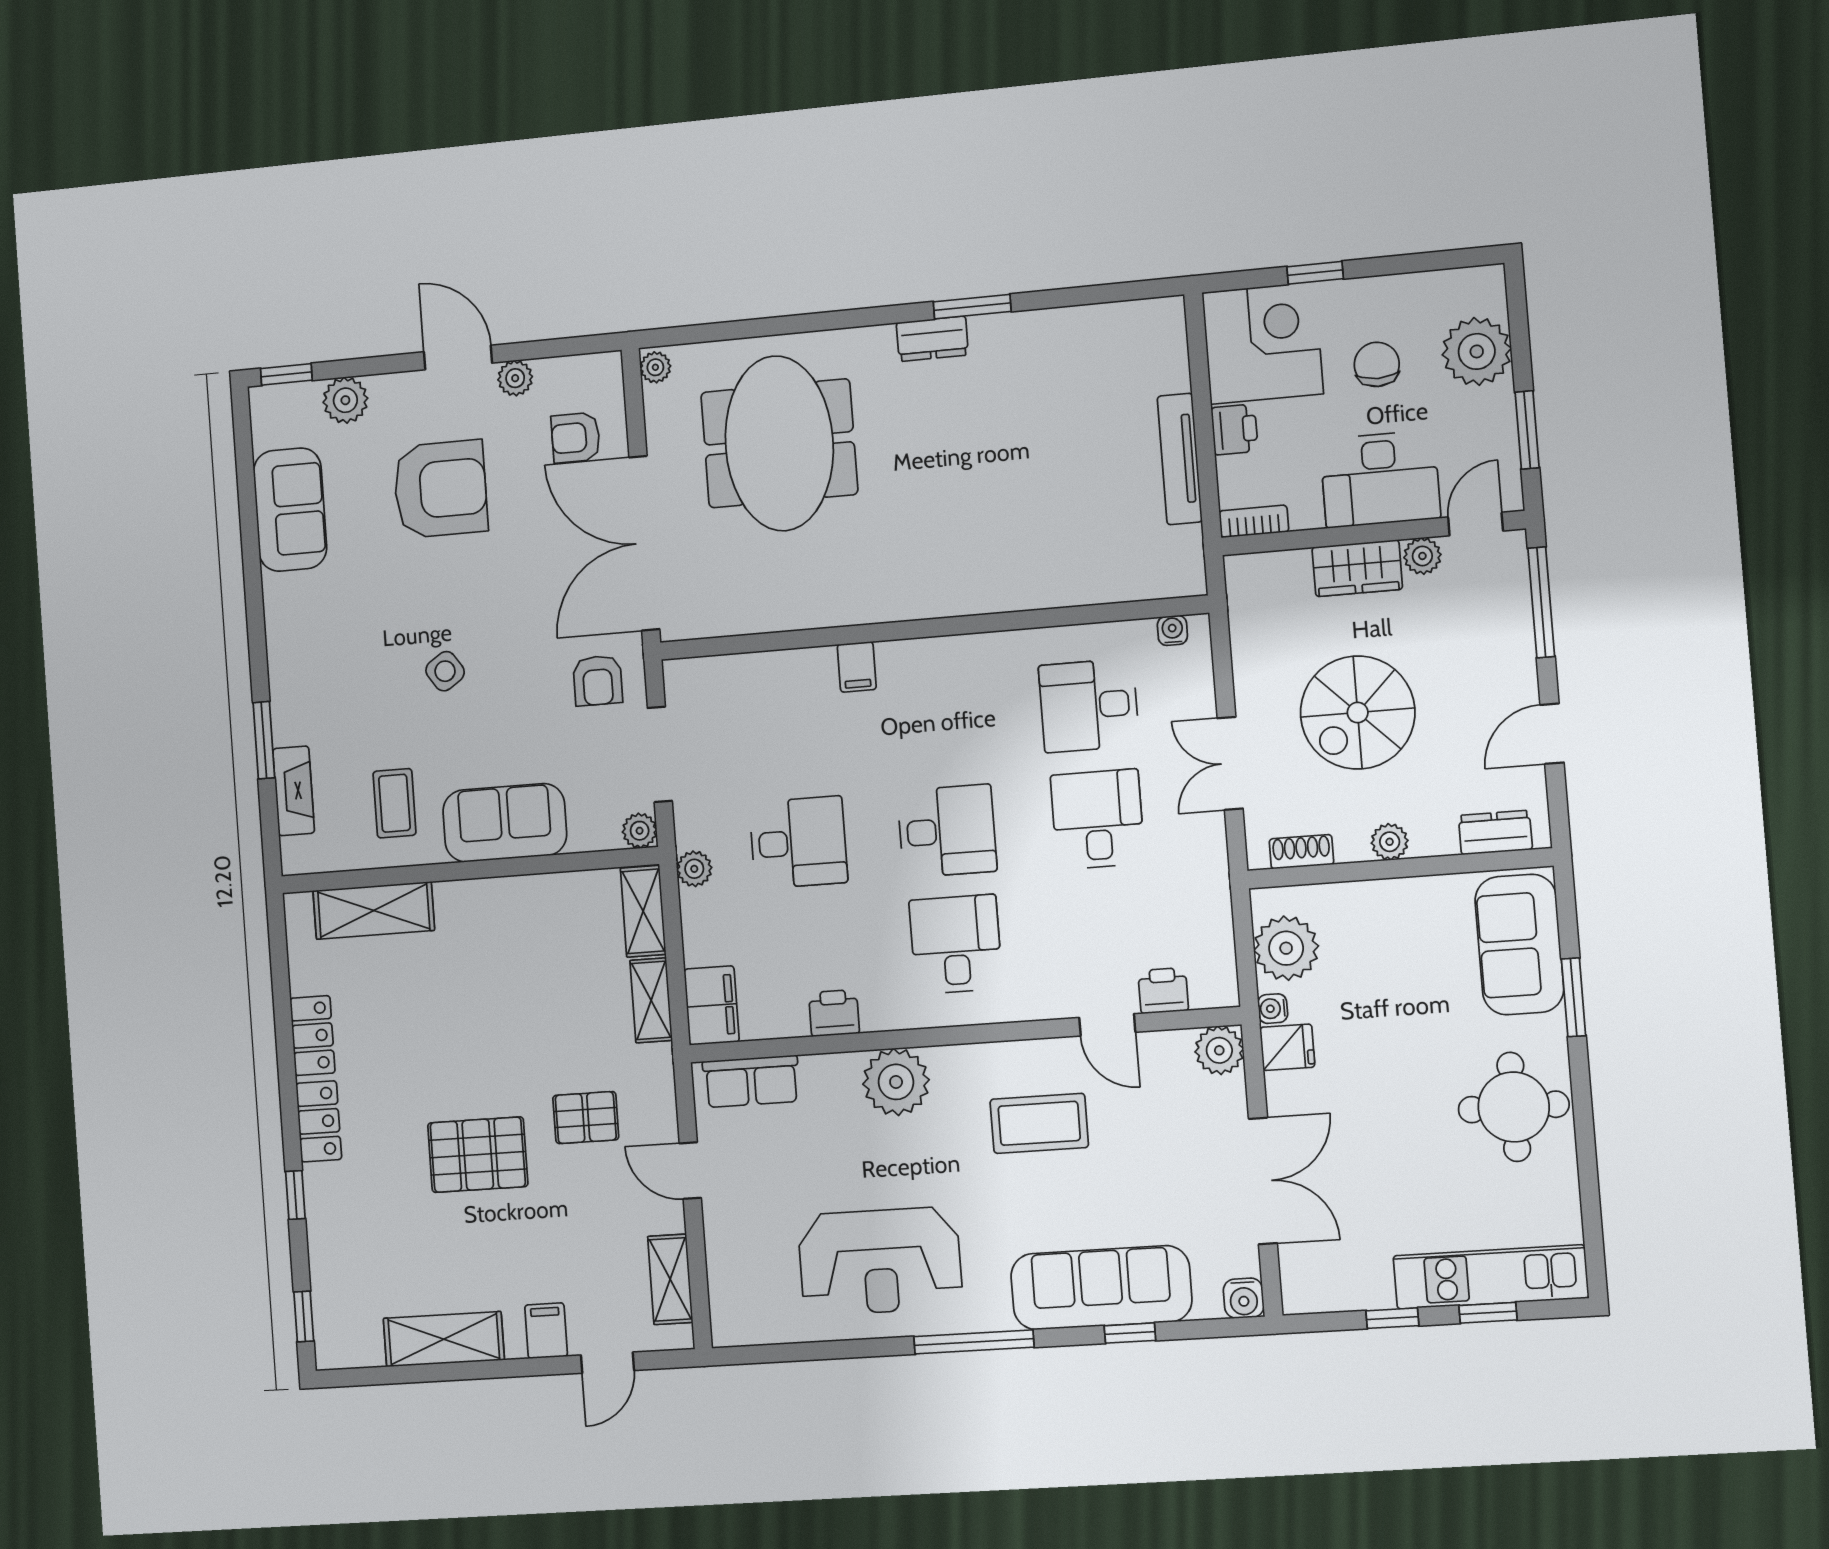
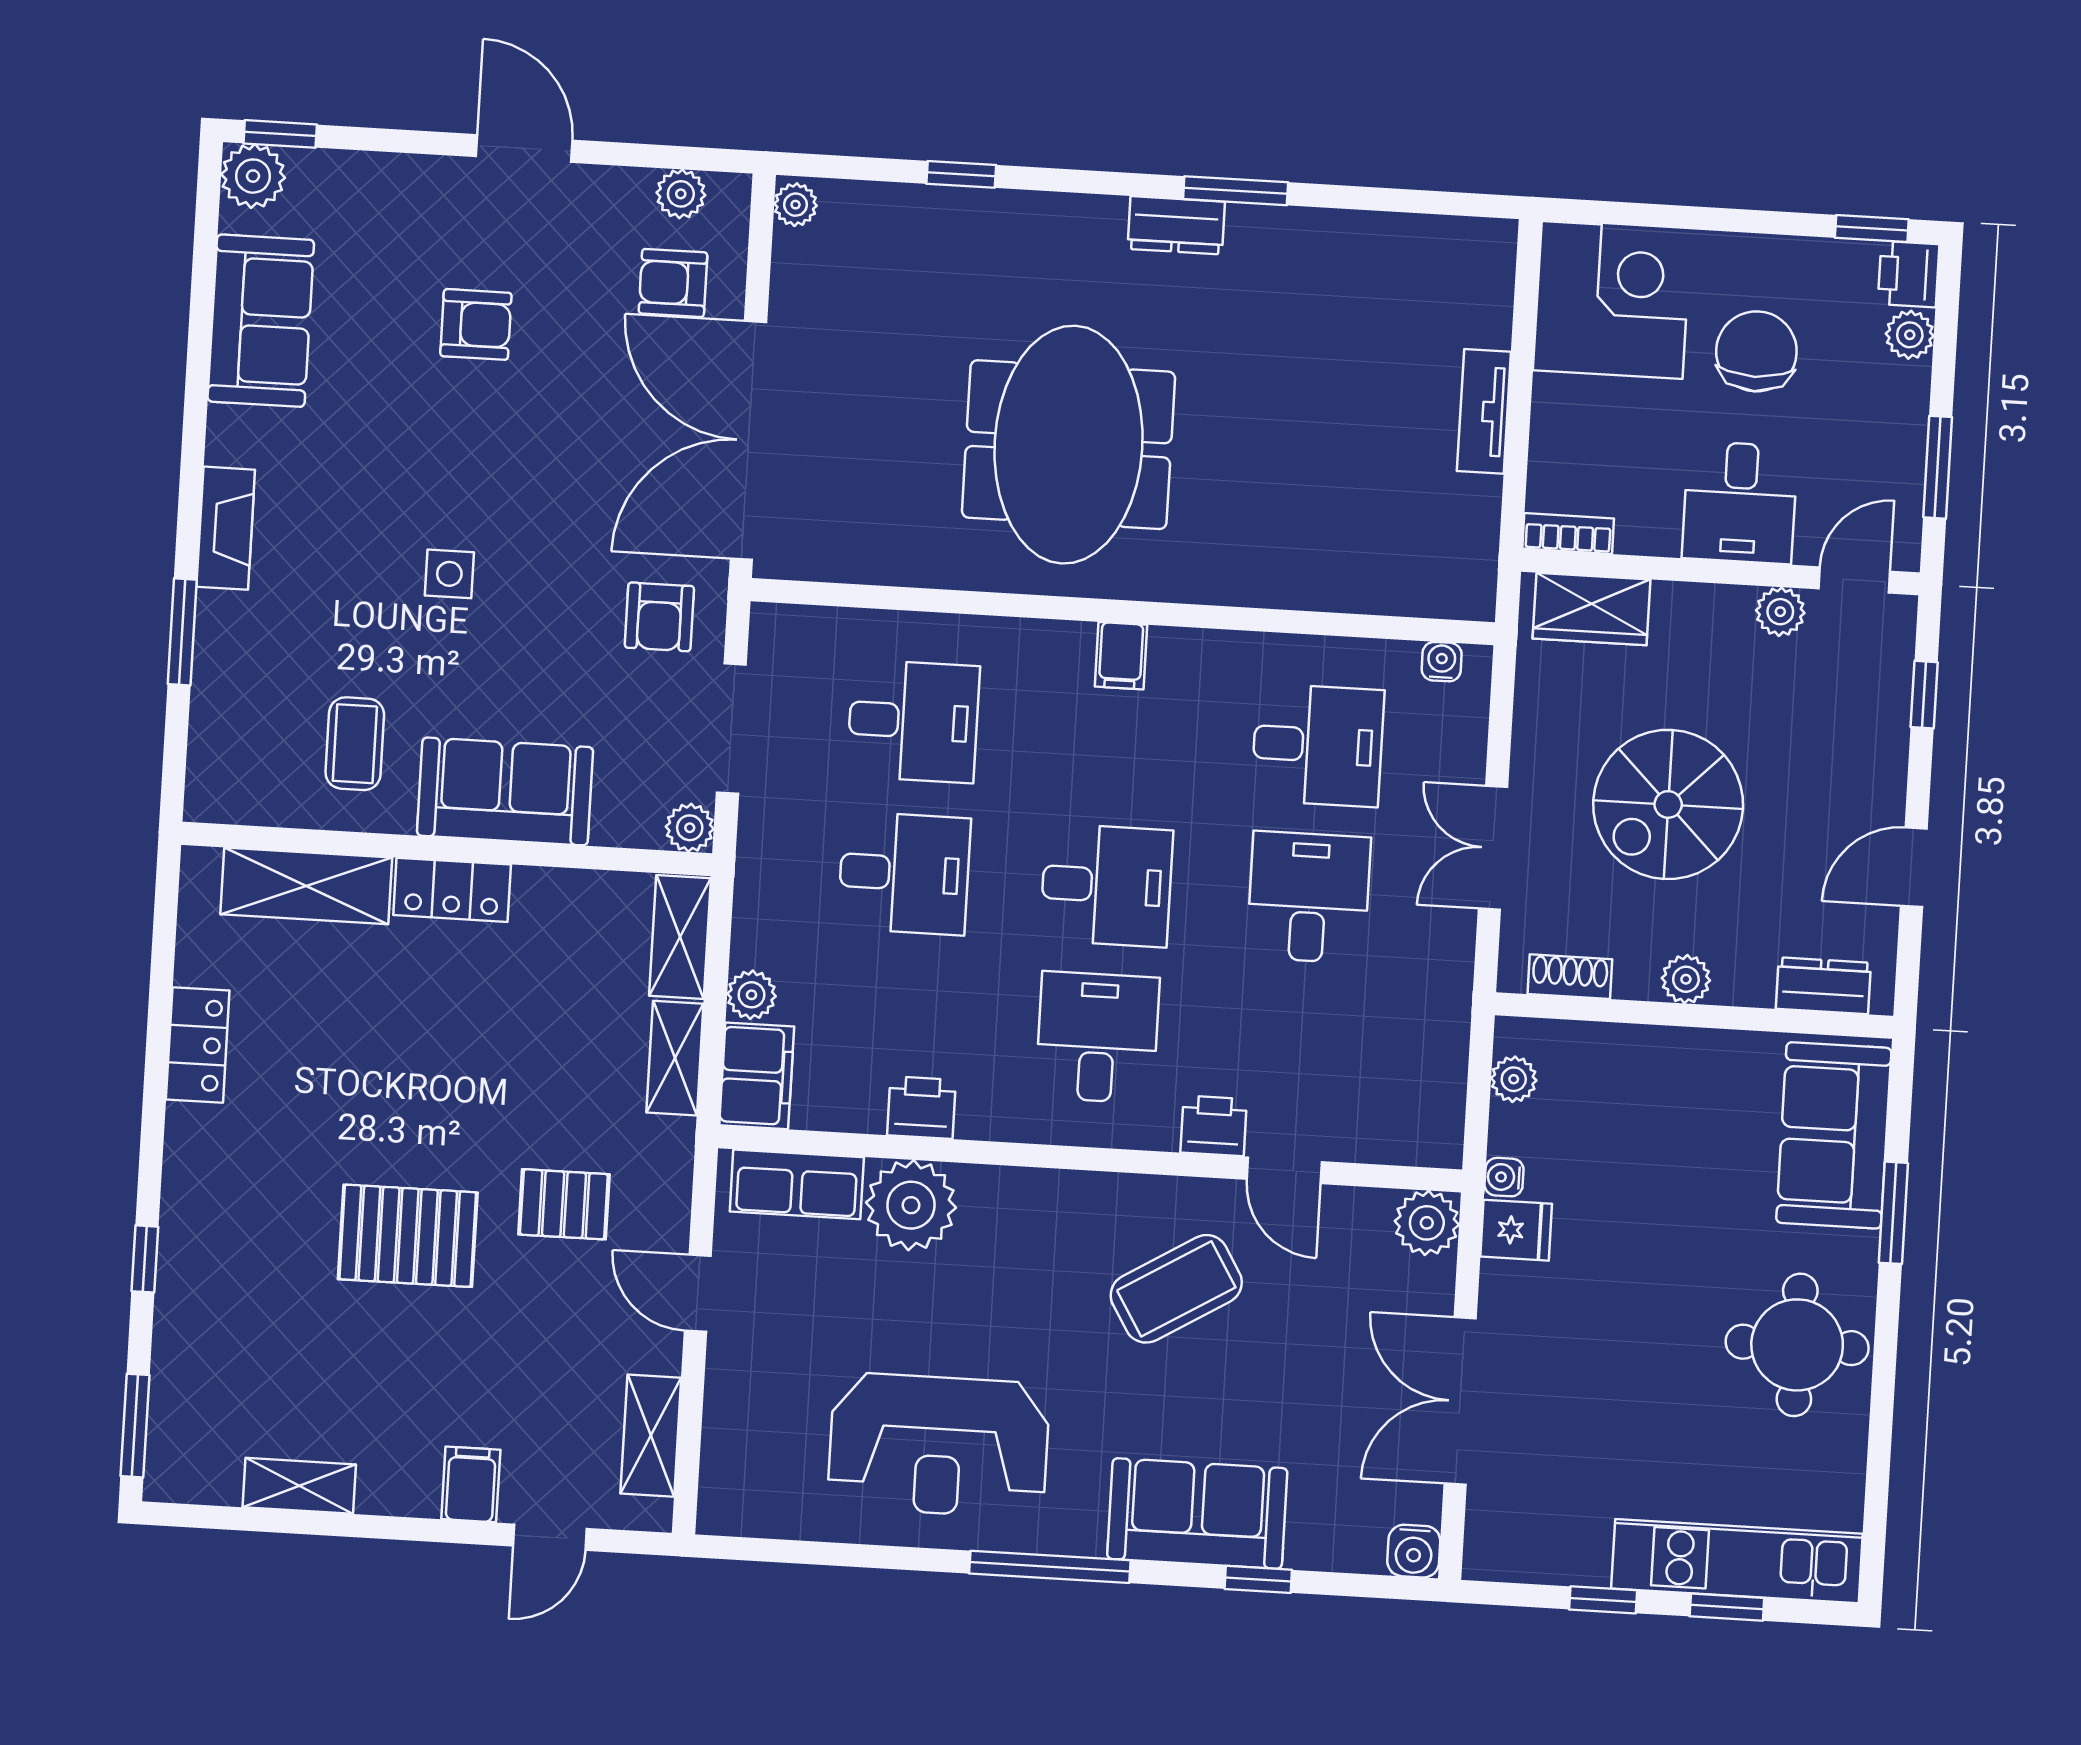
window: (1315, 273) -> (1872, 228), moved
window: (771, 326) -> (961, 174), added
plant: (1477, 351) -> (1910, 335), width x0.53, depth x0.53
chair: (1377, 364) -> (1756, 351), width x1.37, depth x1.37
plant: (515, 378) -> (681, 194), moved
plant: (345, 400) -> (253, 176), moved
printer: (1235, 430) -> (1909, 274), moved, turned 180
meeting table: (779, 443) -> (1069, 445), moved
tv unit: (1180, 459) -> (1484, 411), width x0.71
desk: (1380, 479) -> (1740, 502), width x0.73
armchair: (440, 489) -> (476, 324), width x0.53, depth x0.53
wardrobe: (1357, 568) -> (1591, 609), moved
window: (1541, 602) -> (1924, 695), width x0.46
filing cabinet: (857, 667) -> (1121, 656), moved
side table: (445, 671) -> (449, 574), turned 34
desk: (1089, 706) -> (1318, 745), turned 180
desk: (790, 730) -> (913, 721), added
fireplace: (294, 791) -> (226, 528), moved
plant: (694, 869) -> (751, 995), moved
plant: (1286, 948) -> (1514, 1079), width x0.53, depth x0.53
printer: (1163, 991) -> (1214, 1126), moved
plant: (896, 1082) -> (911, 1205), moved
locker: (319, 1121) -> (452, 890), moved, turned 90
coffee table: (1039, 1123) -> (1176, 1289), turned -31
double door: (1263, 1181) -> (1460, 1401), swing flipped
sofa: (1101, 1288) -> (1197, 1513), width x0.73
window: (304, 1316) -> (135, 1426), width x1.50
shelving: (444, 1339) -> (299, 1486), width x0.67, depth x0.75

